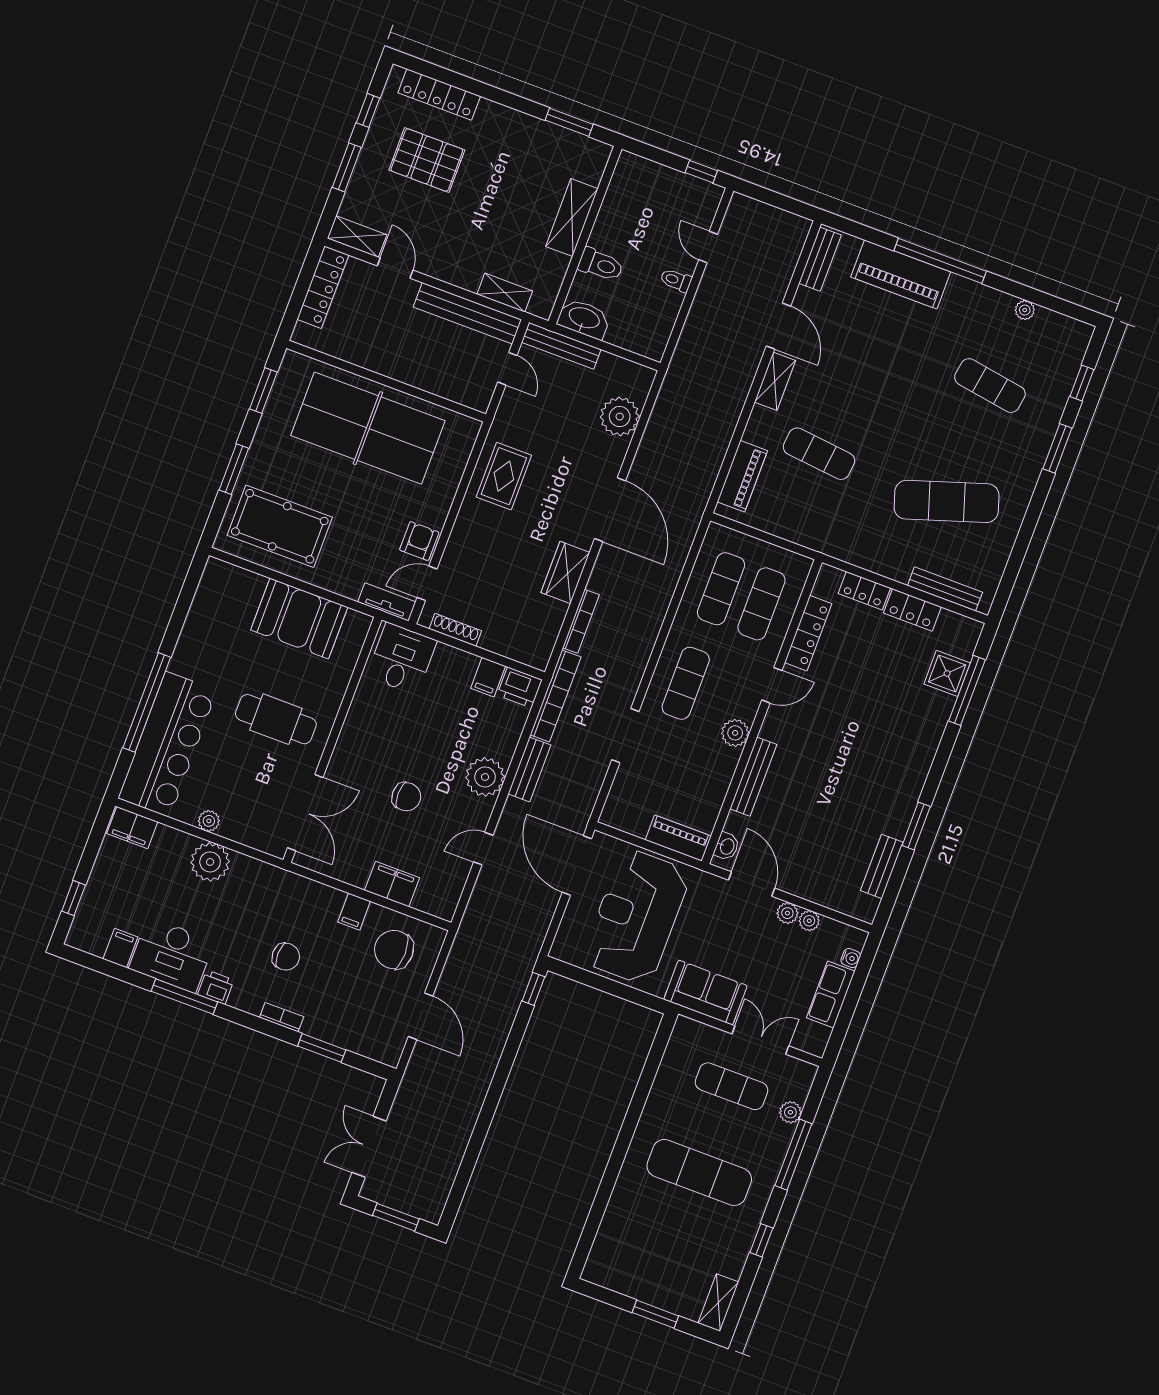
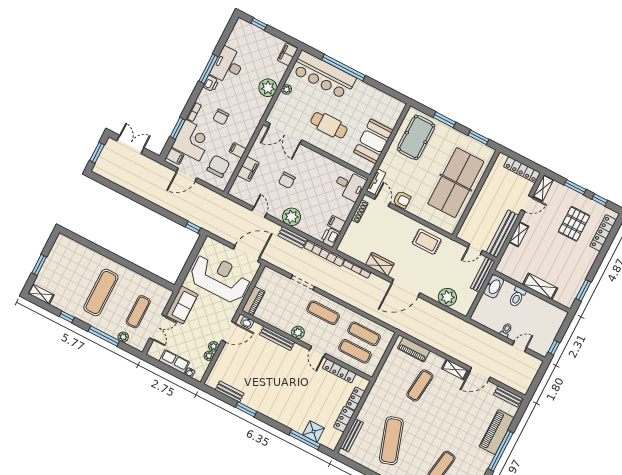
shelving: (505, 293) -> (519, 234), moved
cafe table: (276, 719) -> (329, 125), turned 90
filing cabinet: (120, 948) -> (175, 156), moved
corner desk: (344, 1013) -> (192, 140), added

